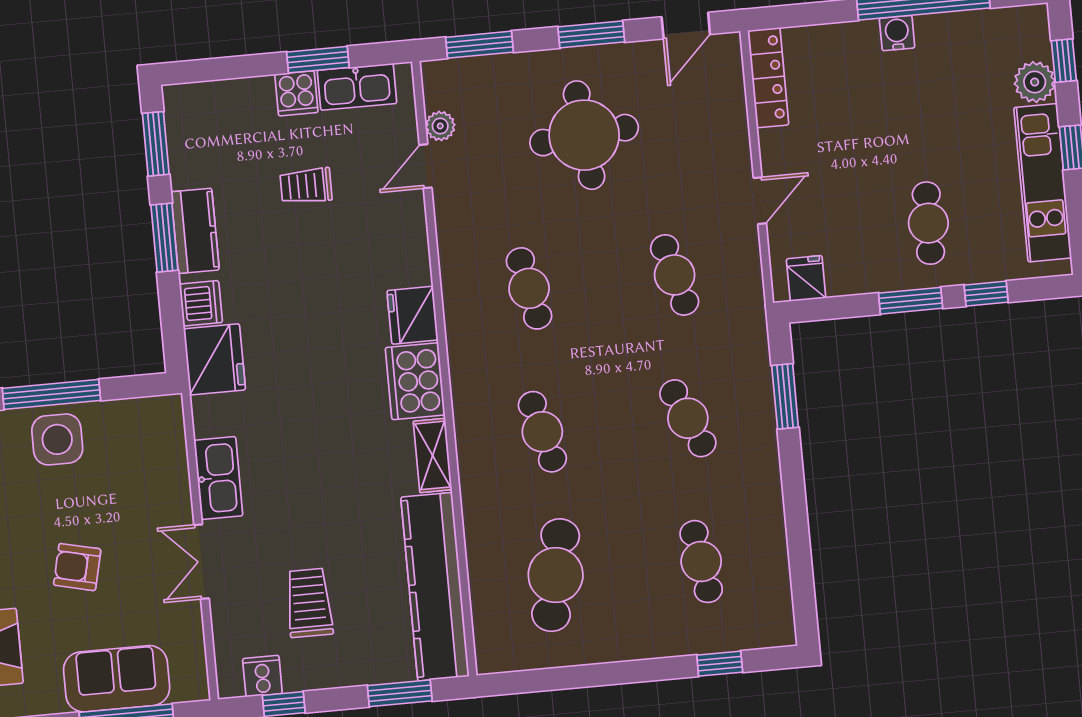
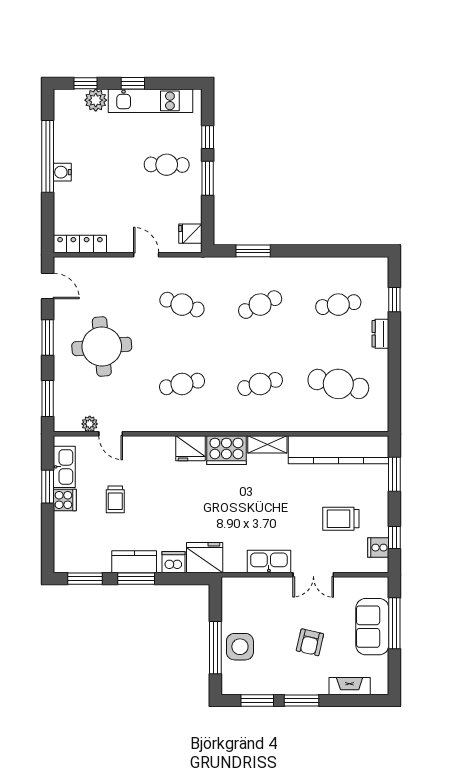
cafe table: (675, 275) -> (182, 305), turned 33
dresser: (655, 644) -> (380, 334), added

